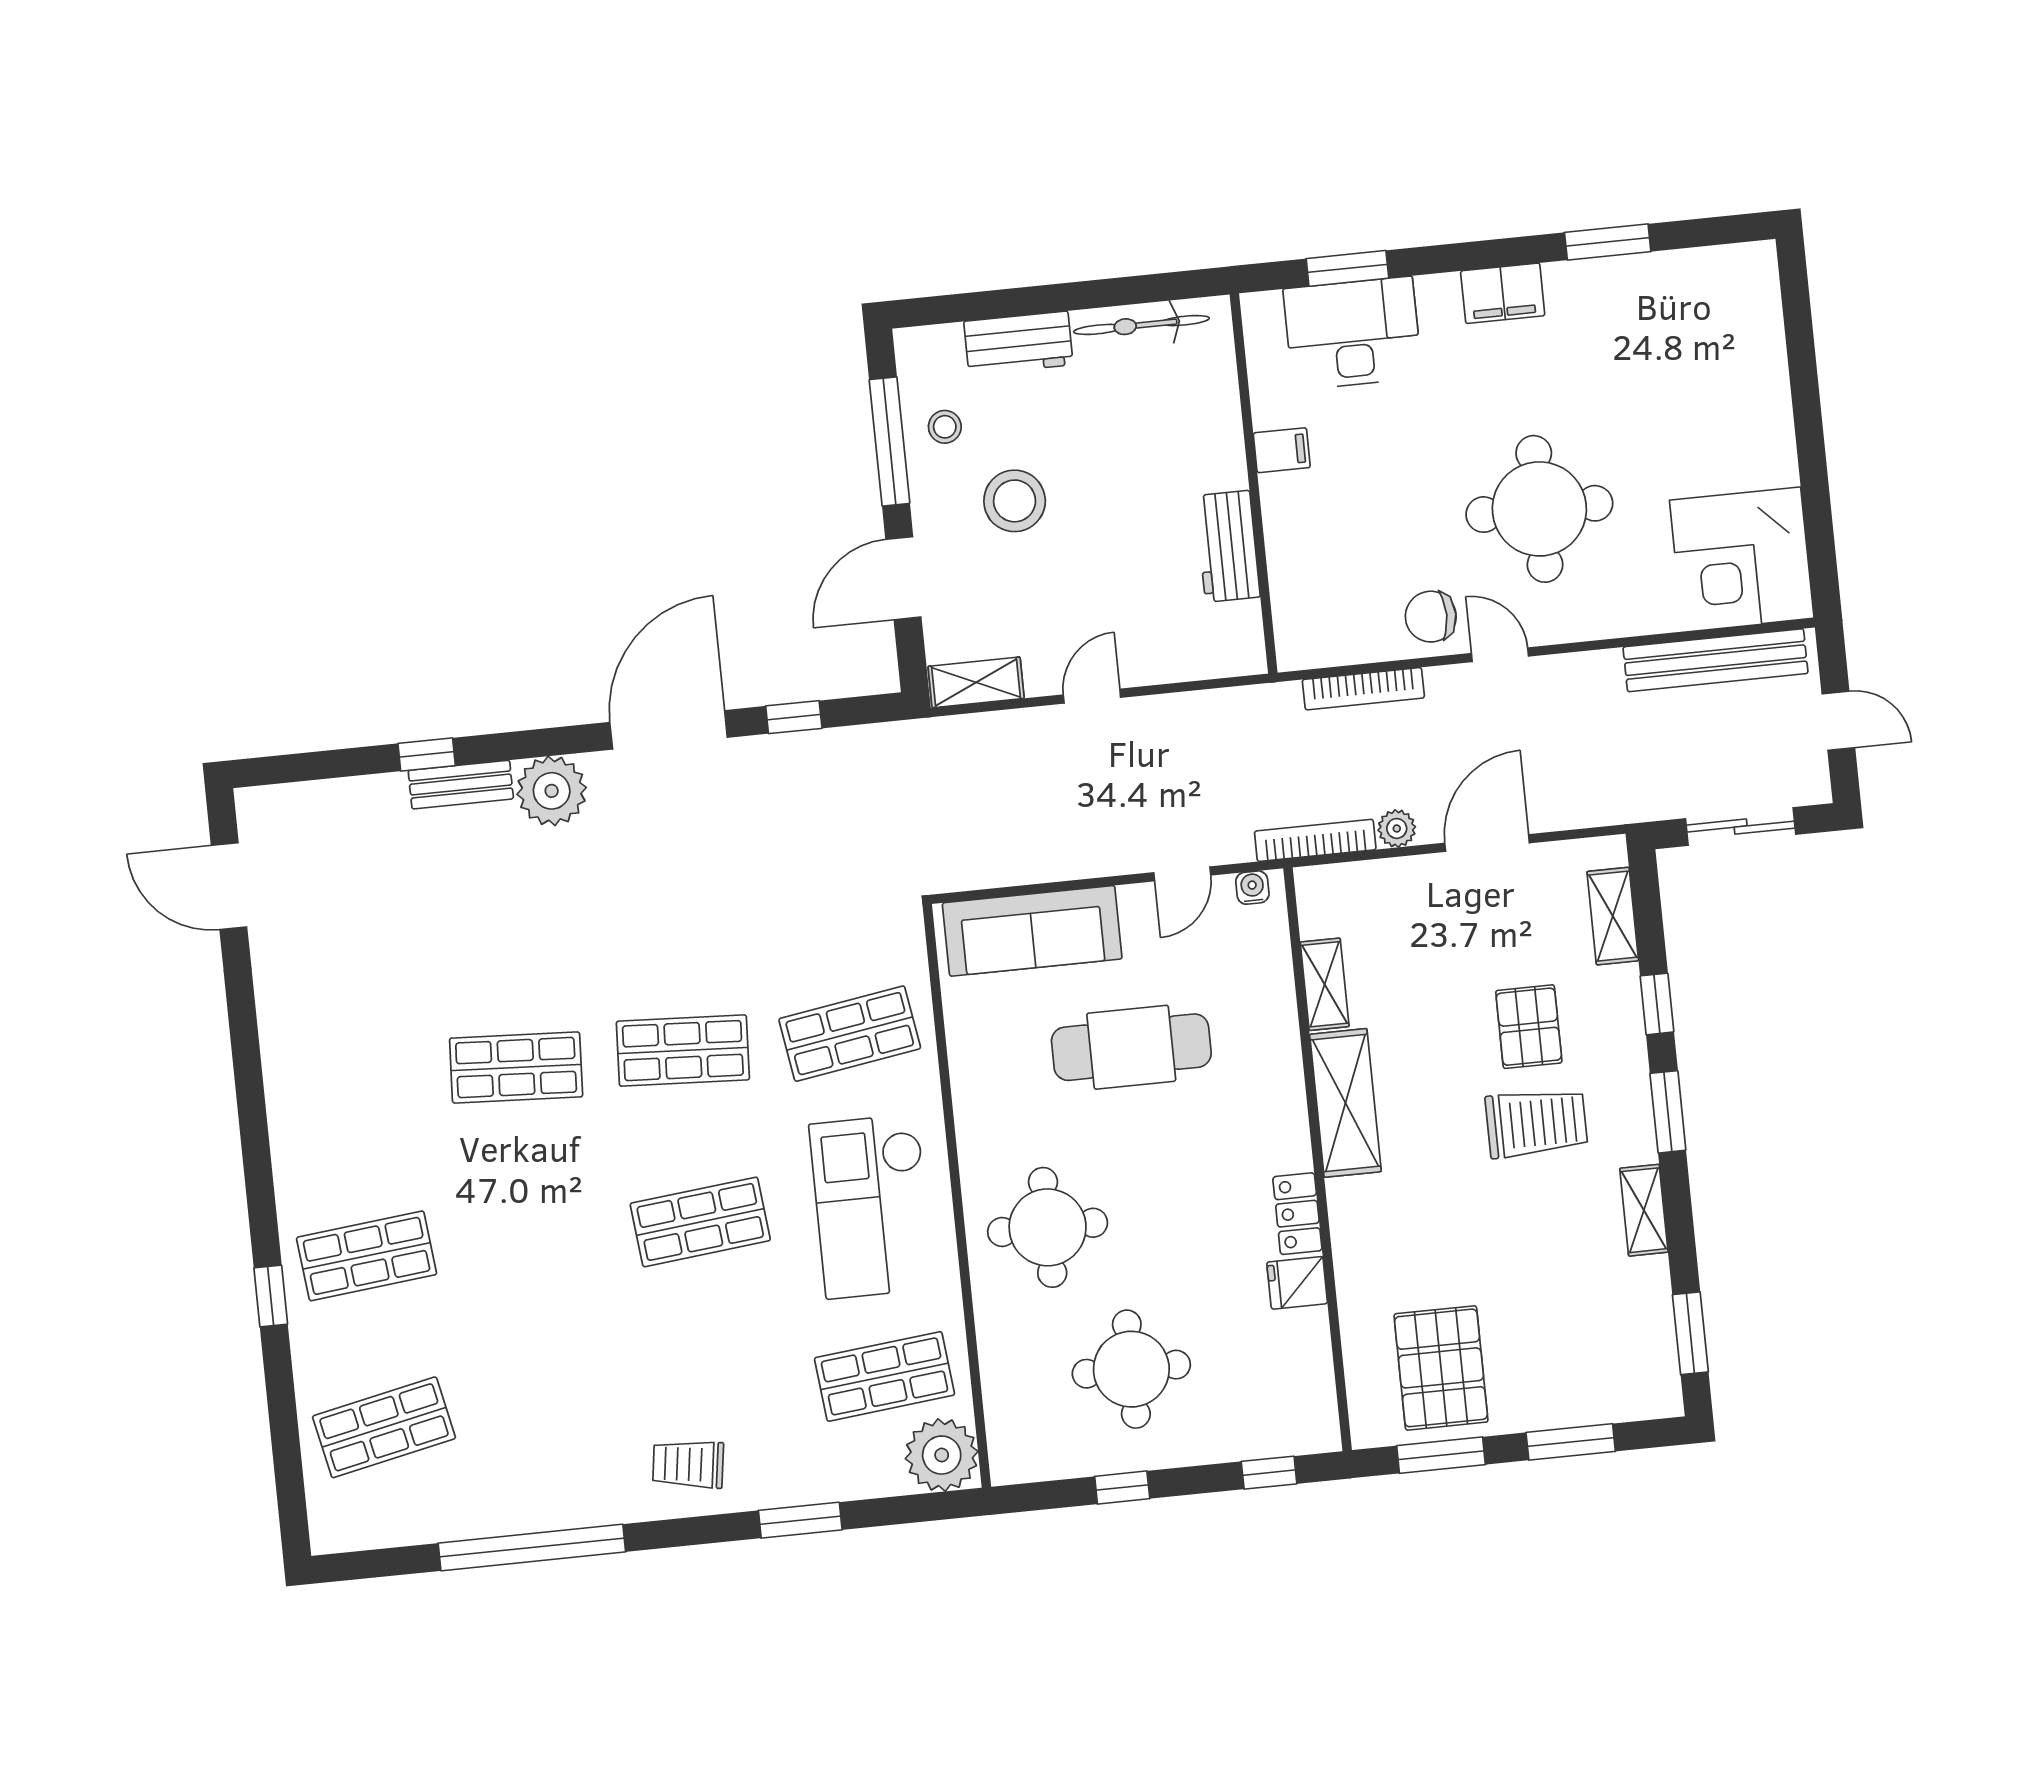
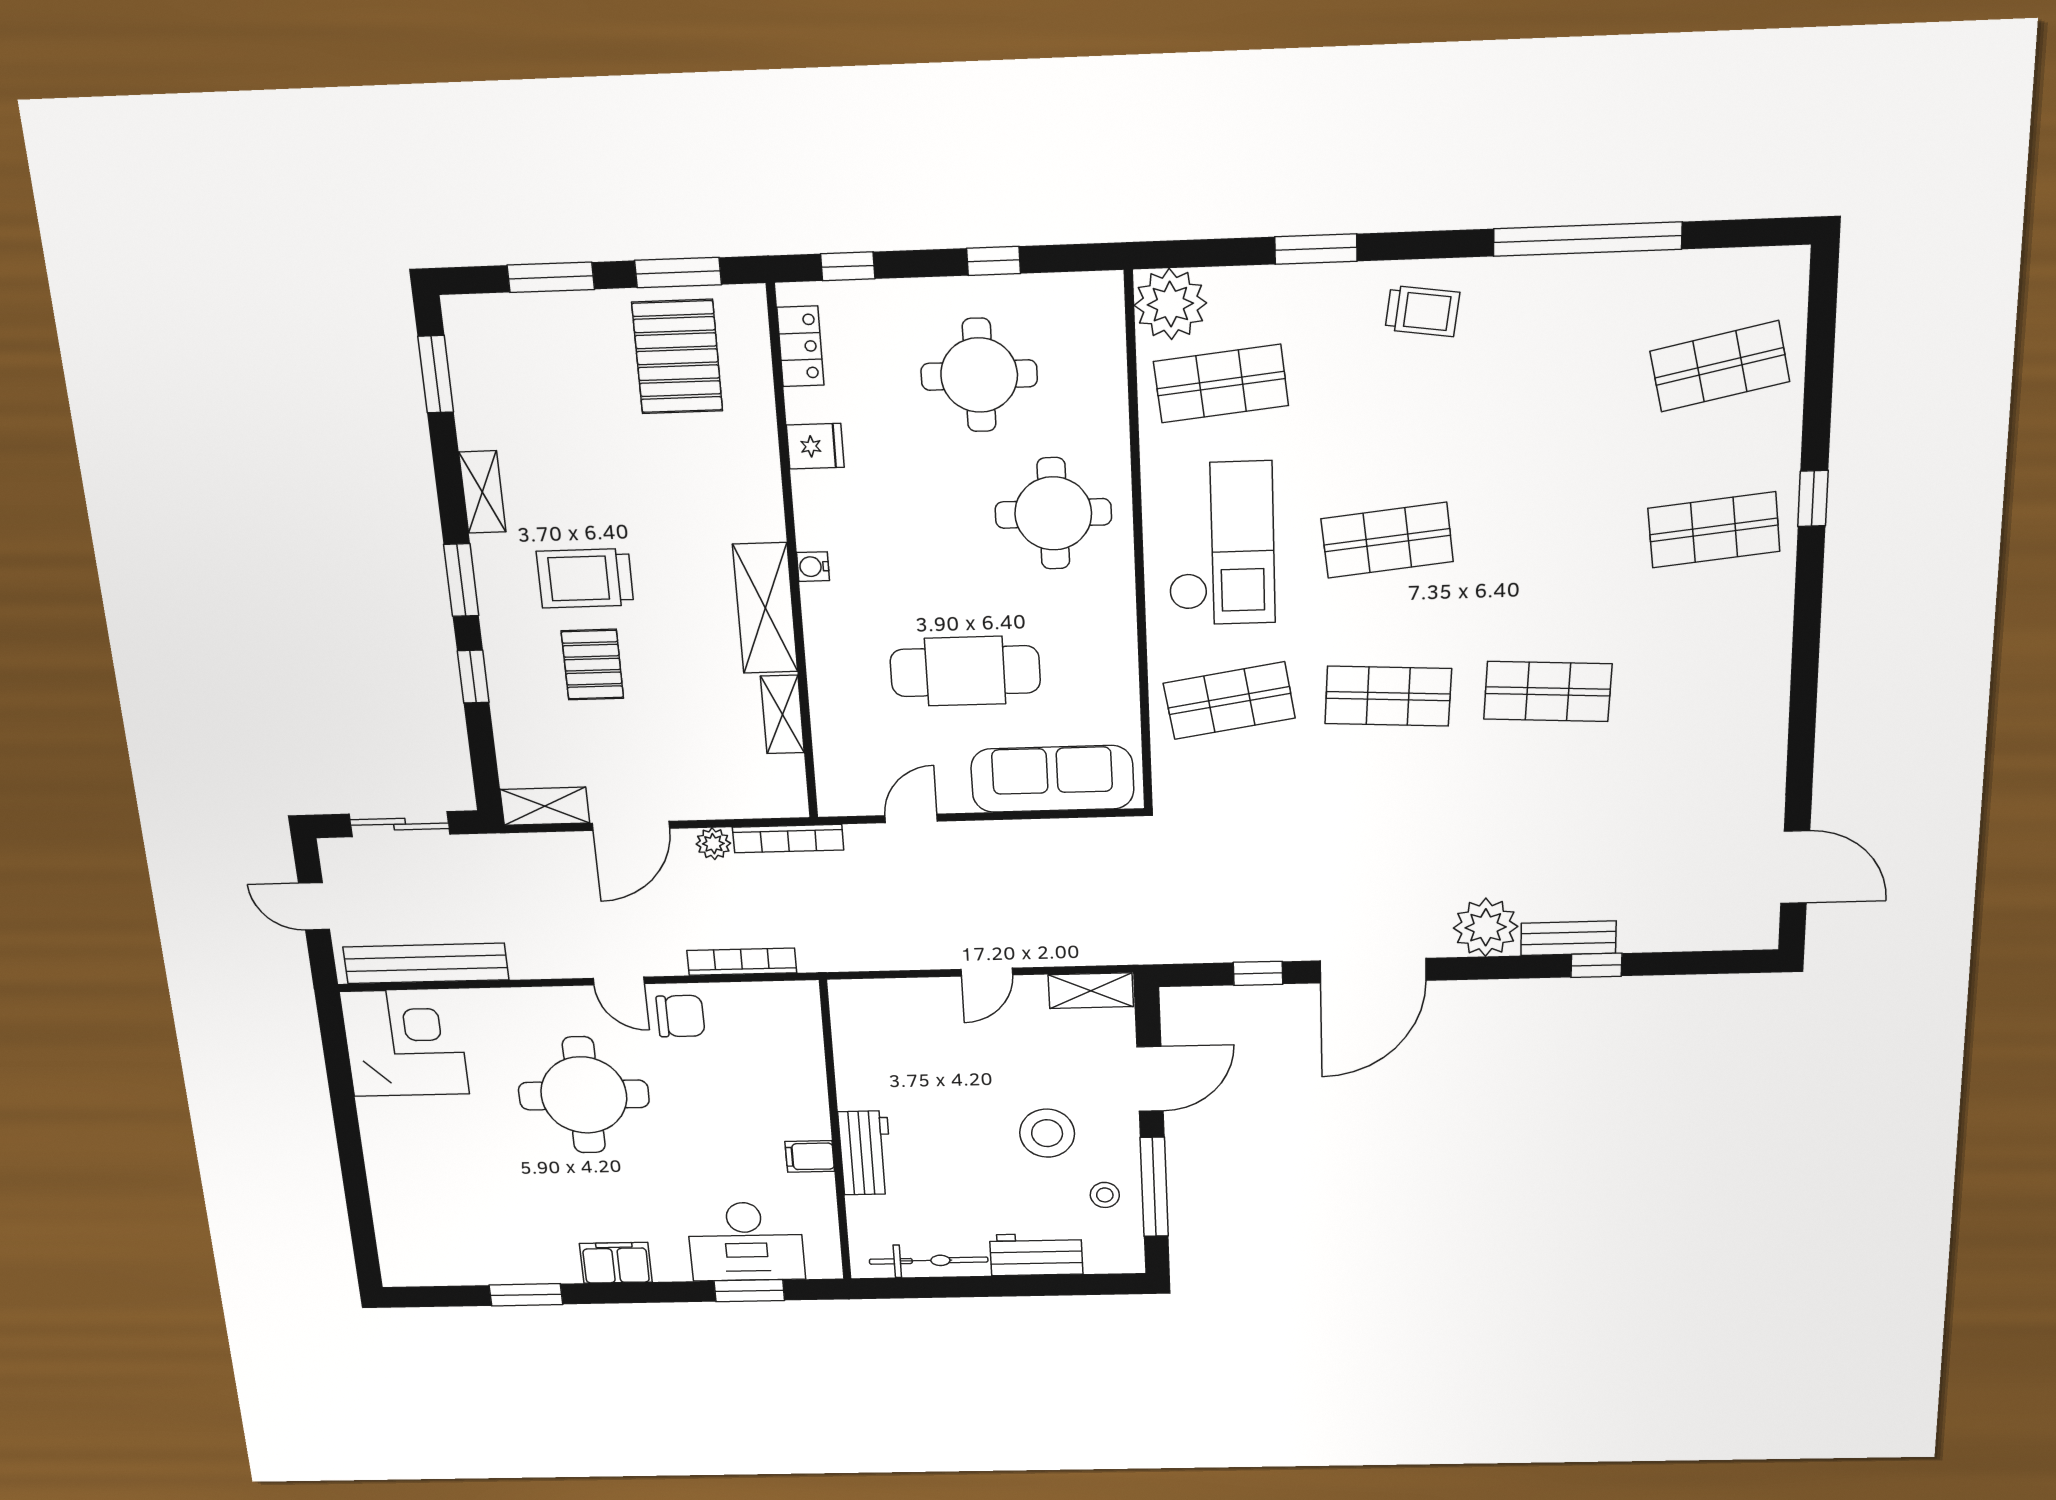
workbench: (1227, 546) -> (865, 1153), moved
water cooler: (1252, 888) -> (813, 567), moved, turned 90
shelving: (1613, 916) -> (545, 806), moved, turned 90
locker: (1297, 1214) -> (800, 346), moved

